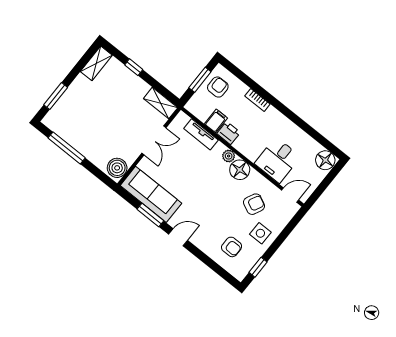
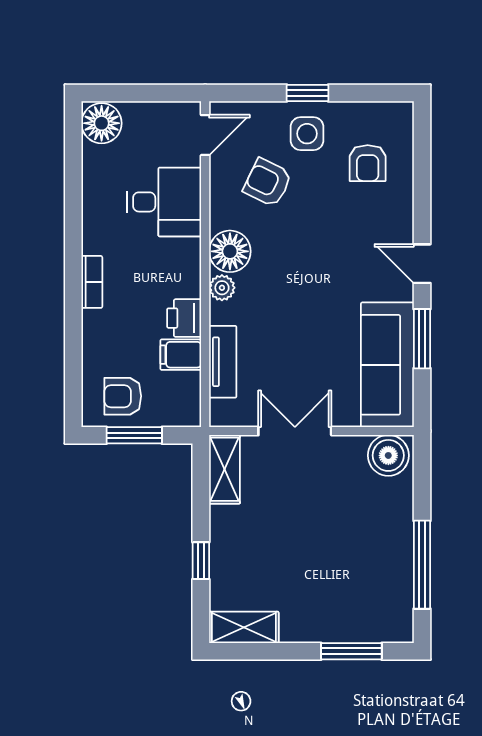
bookcase: (257, 100) -> (92, 282), moved
door: (290, 195) -> (205, 135), swing flipped
armchair: (232, 247) -> (368, 163), turned 180
window: (258, 267) -> (308, 93), moved

